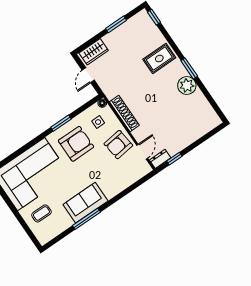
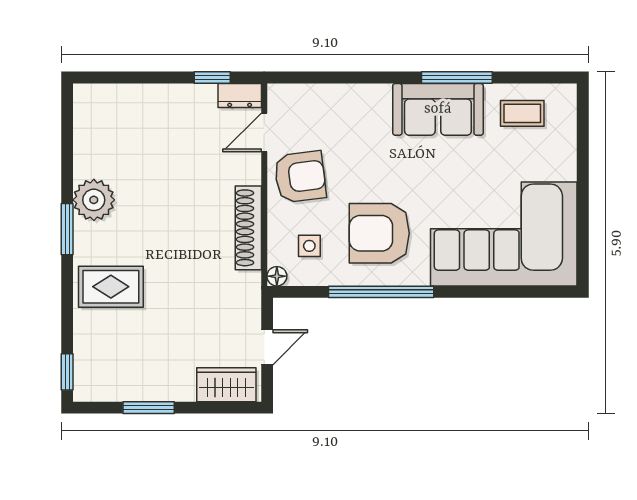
window: (61, 123) -> (381, 292), width x2.11
coffee table: (41, 213) -> (522, 113), moved

